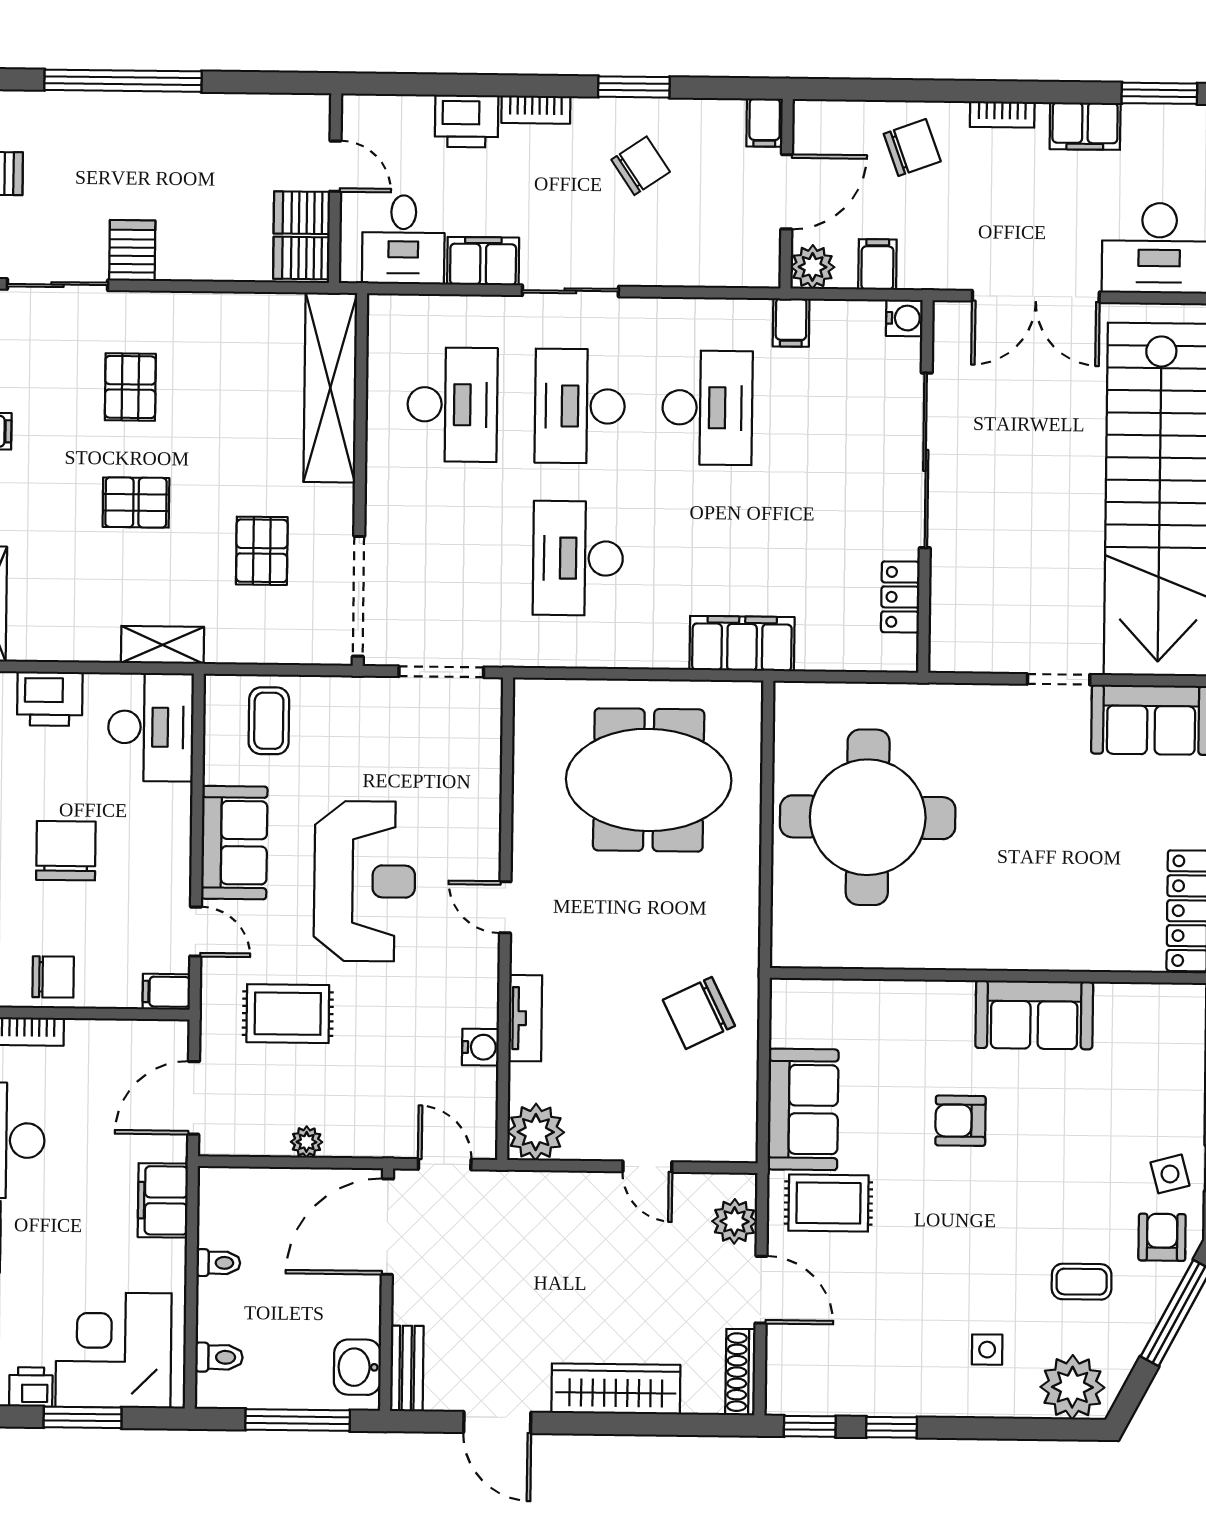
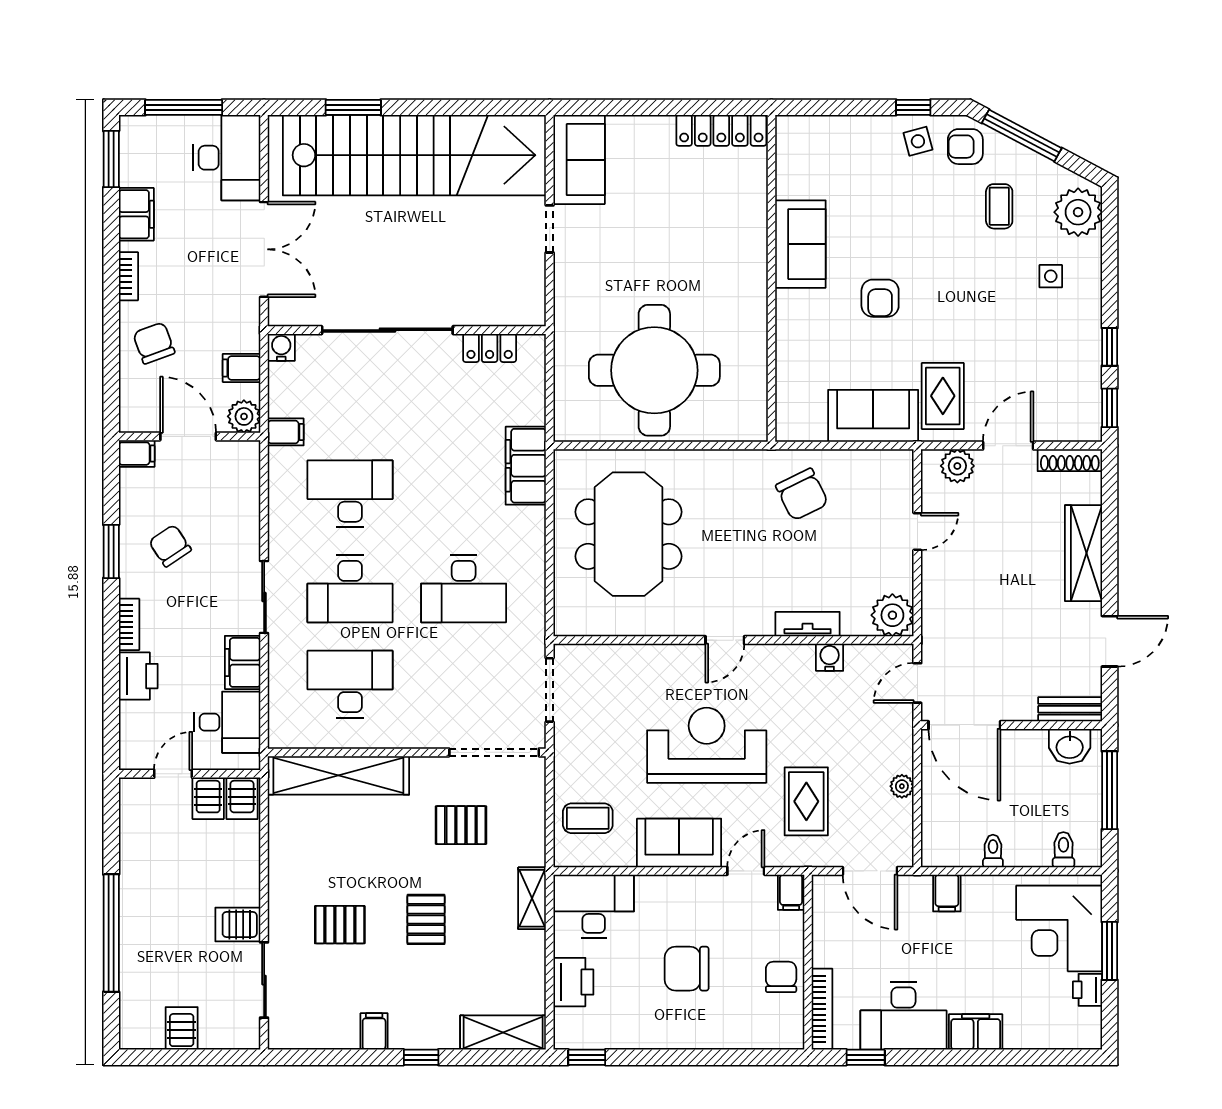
filing cabinet: (163, 1200) -> (947, 893), width x0.50

